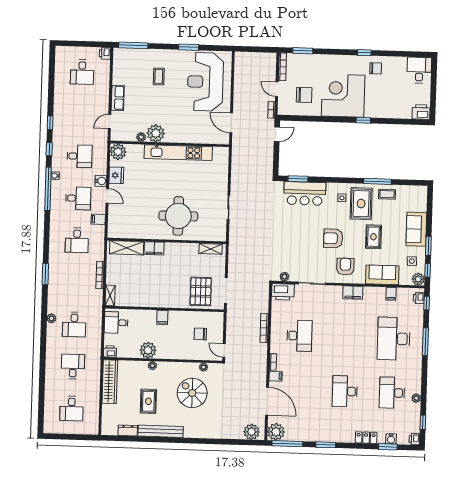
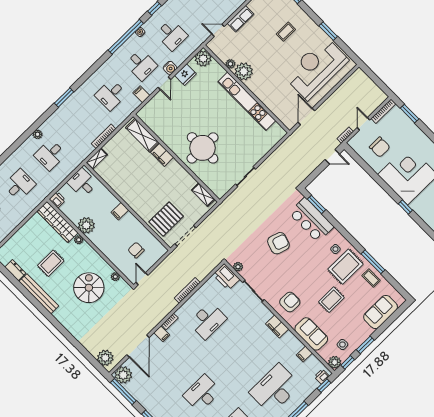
sofa: (416, 229) -> (381, 312), moved
armchair: (333, 238) -> (278, 243), moved, turned 108
wardrobe: (110, 382) -> (57, 222), moved, turned 90

